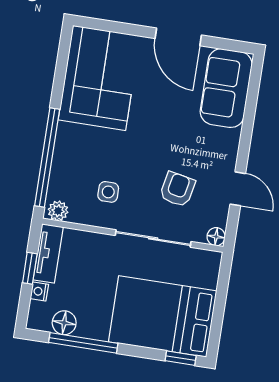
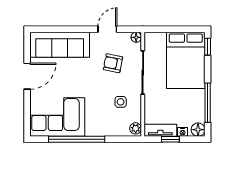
sofa: (226, 88) -> (60, 45), width x1.36
window: (47, 157) -> (77, 139), moved
floor lamp: (64, 323) -> (198, 130), moved

